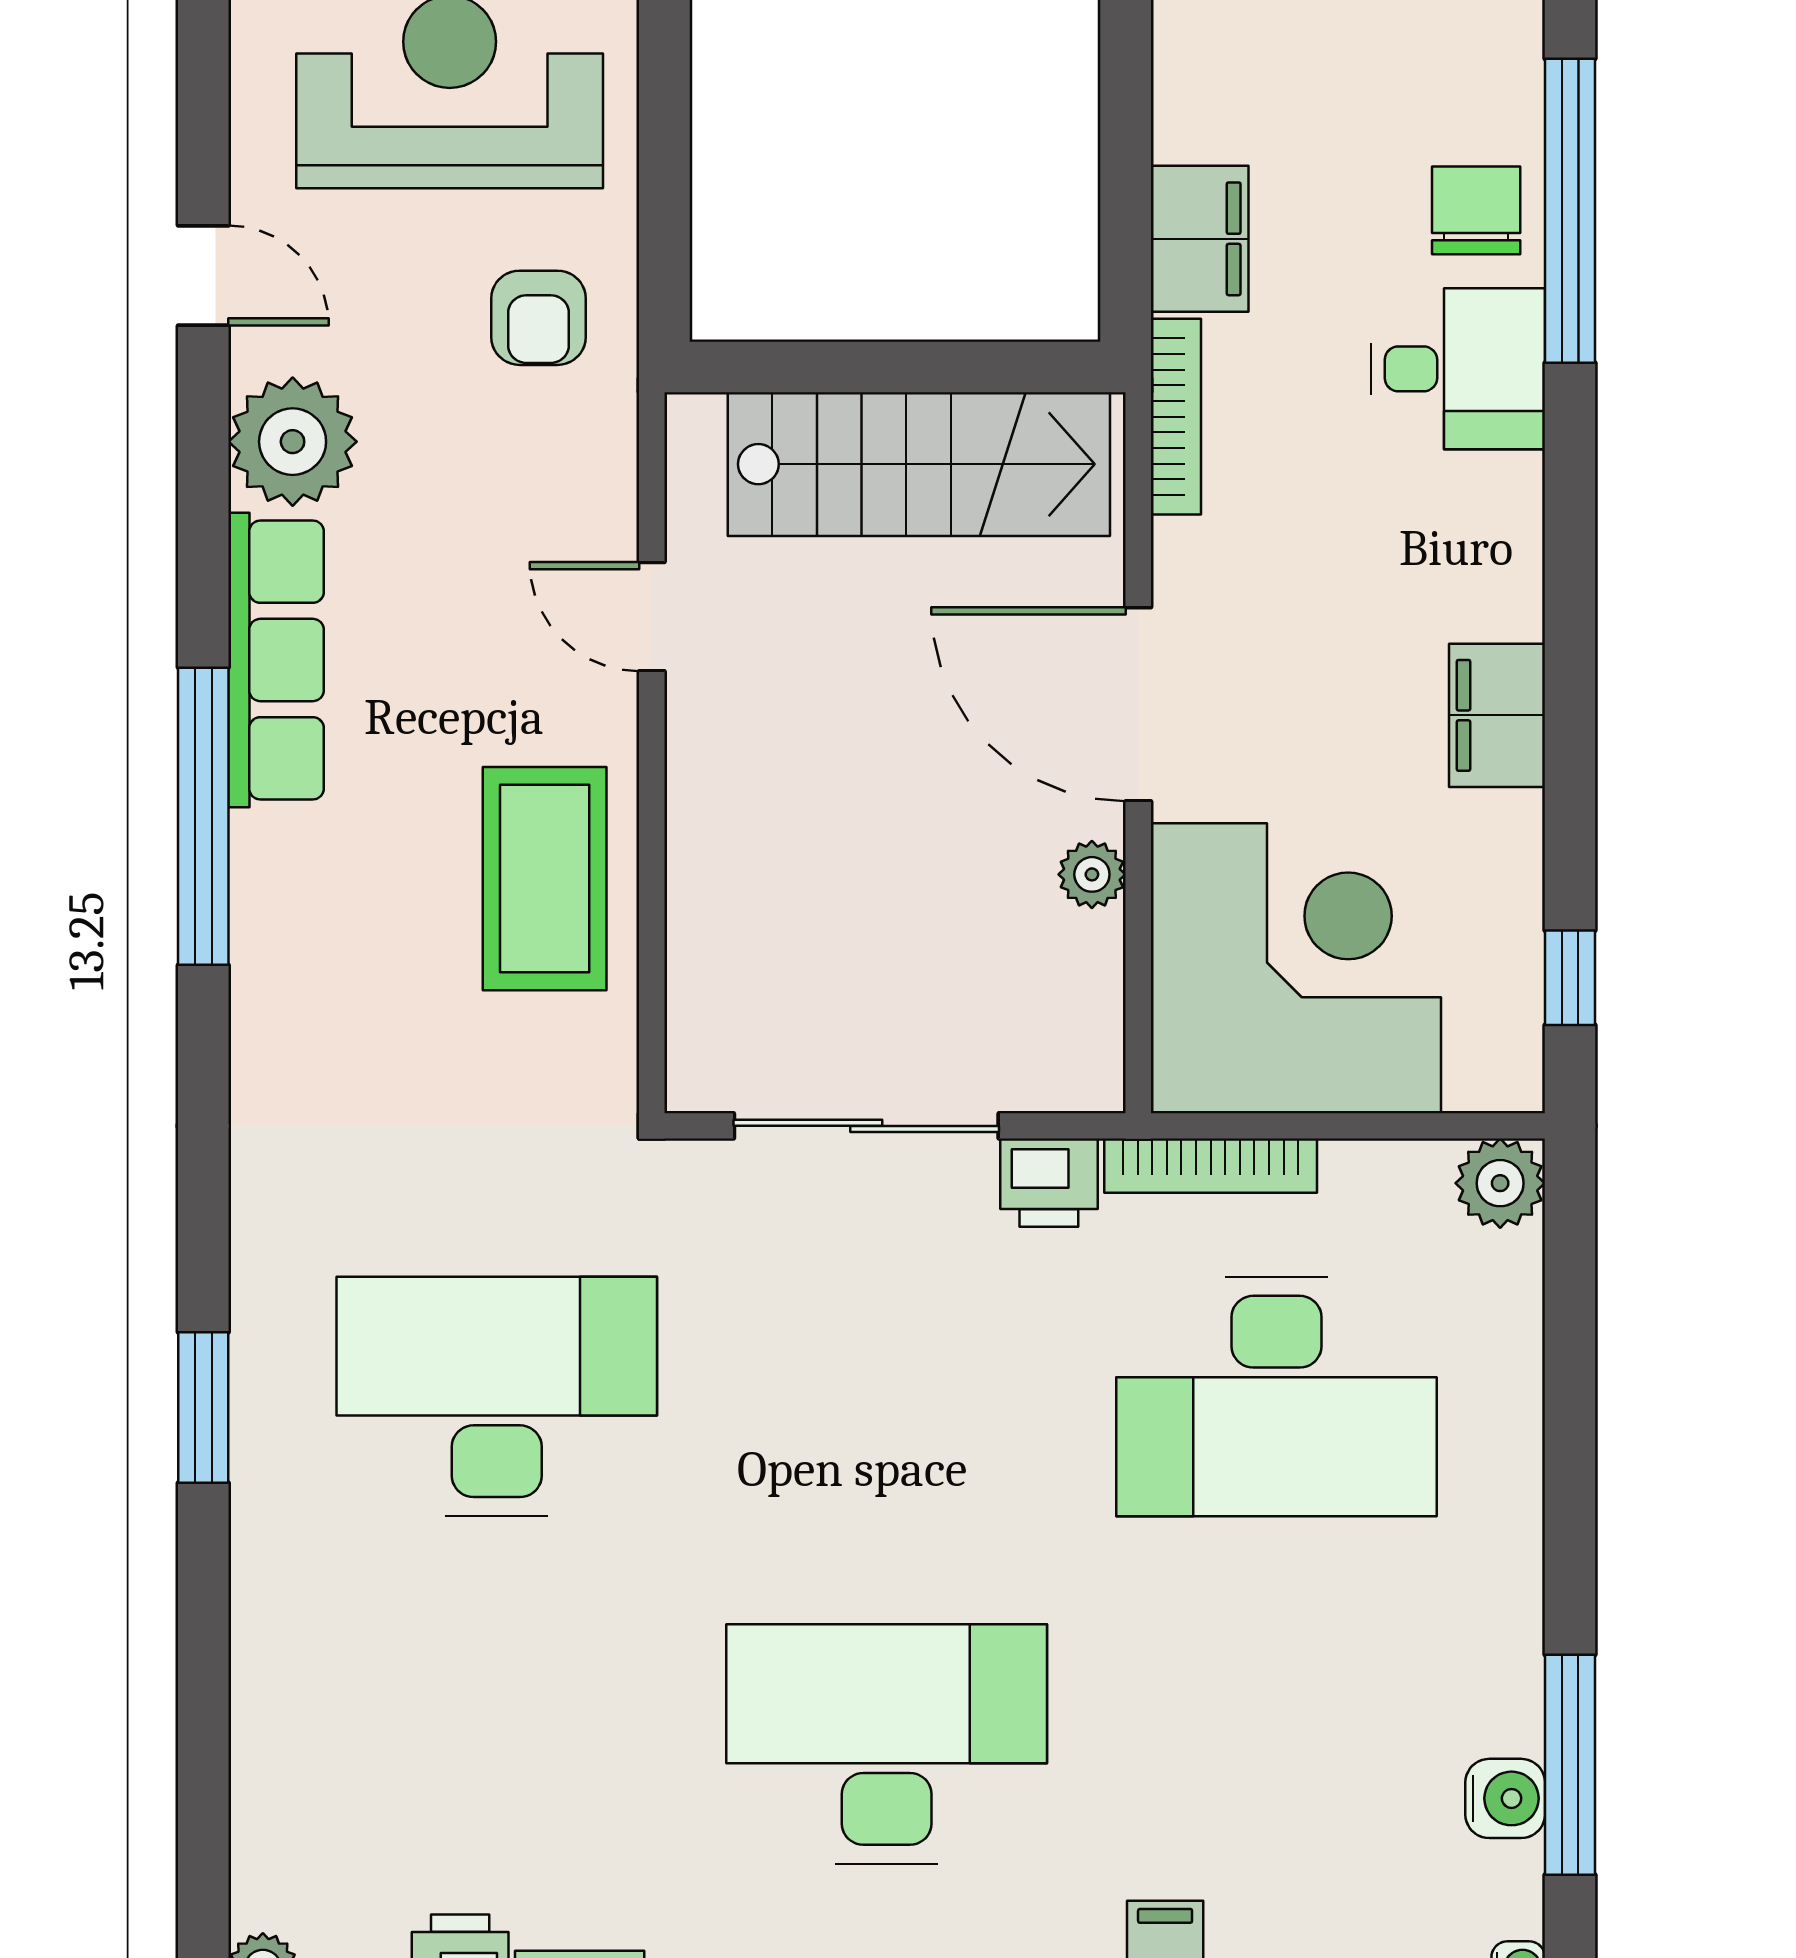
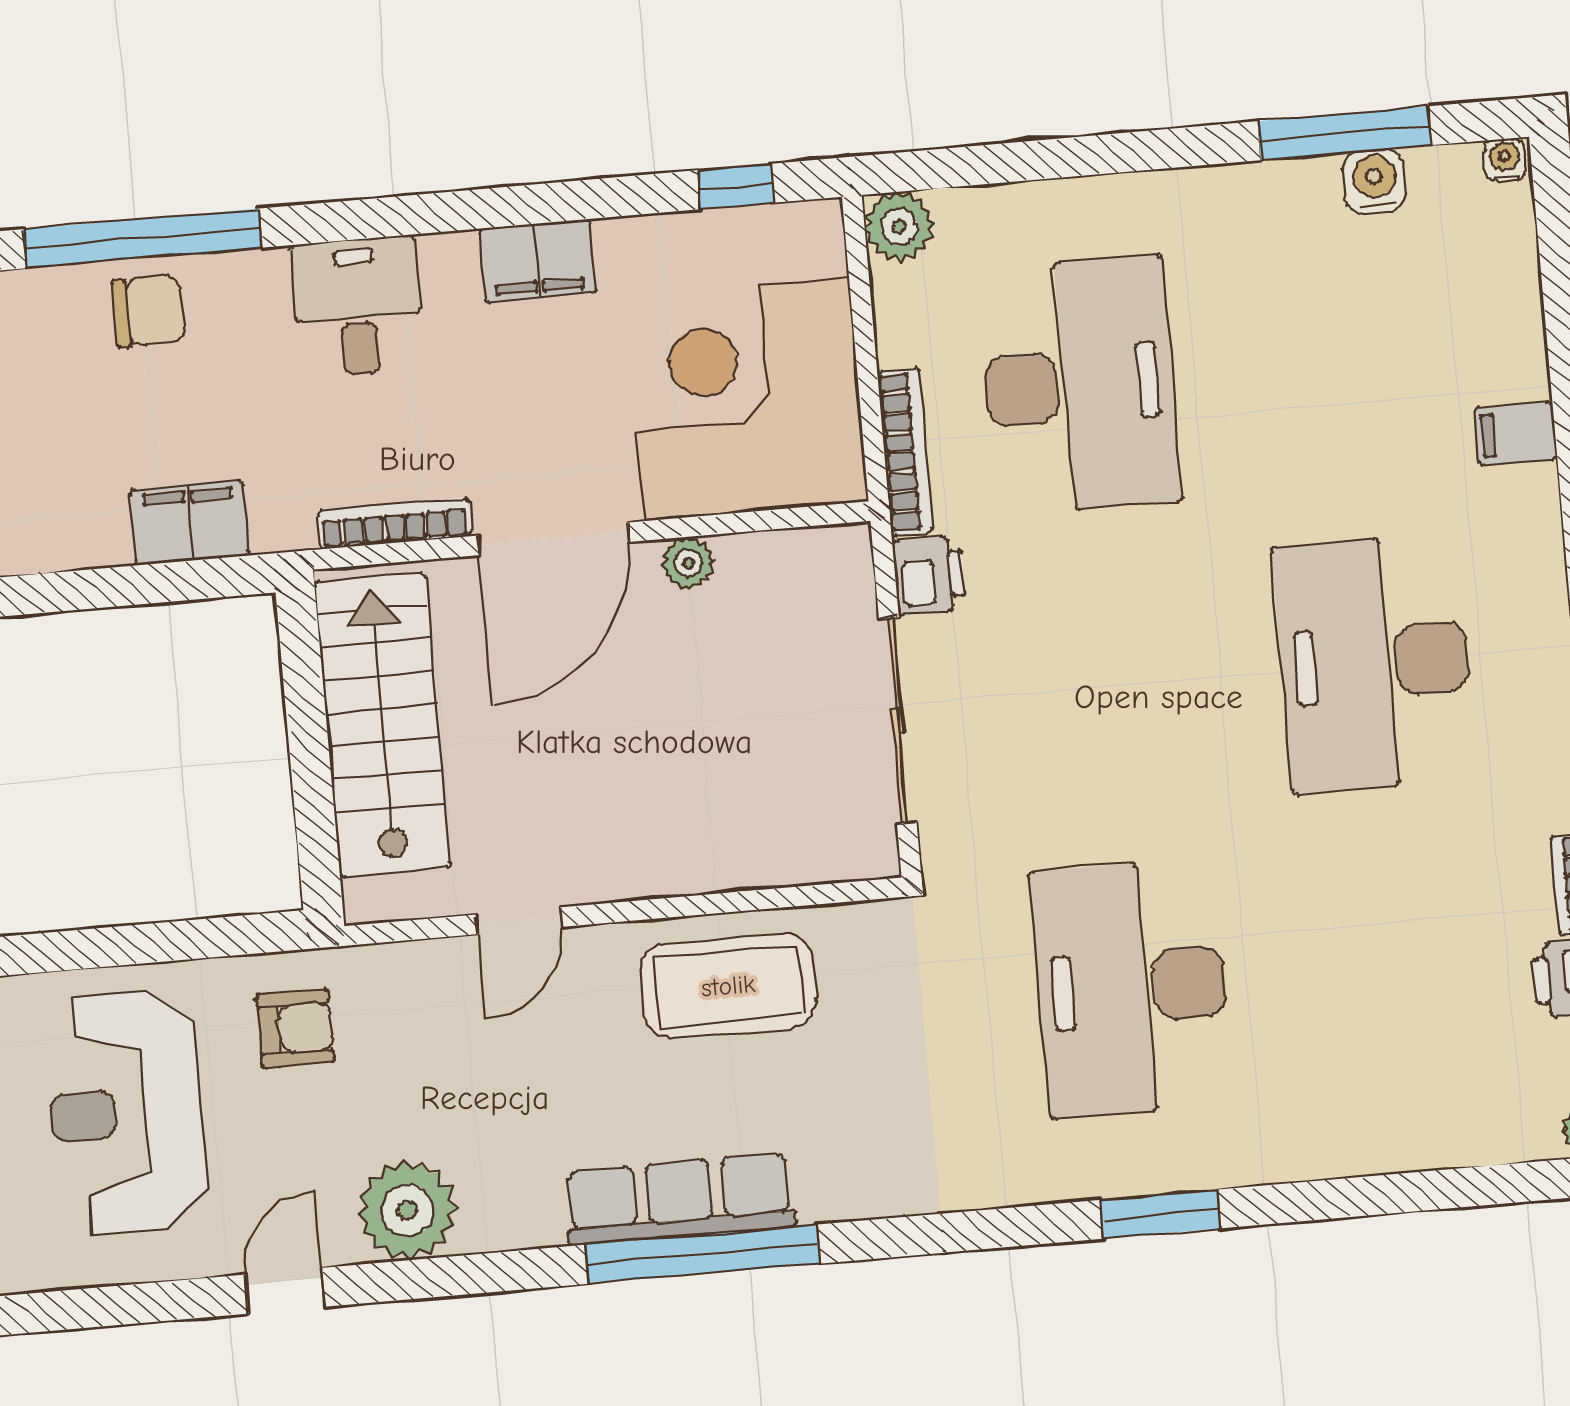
chair: (1476, 210) -> (149, 311), turned 180
desk: (1458, 369) -> (358, 307), moved
bookcase: (1176, 417) -> (395, 523), moved
row of seats: (276, 660) -> (680, 1199), moved

